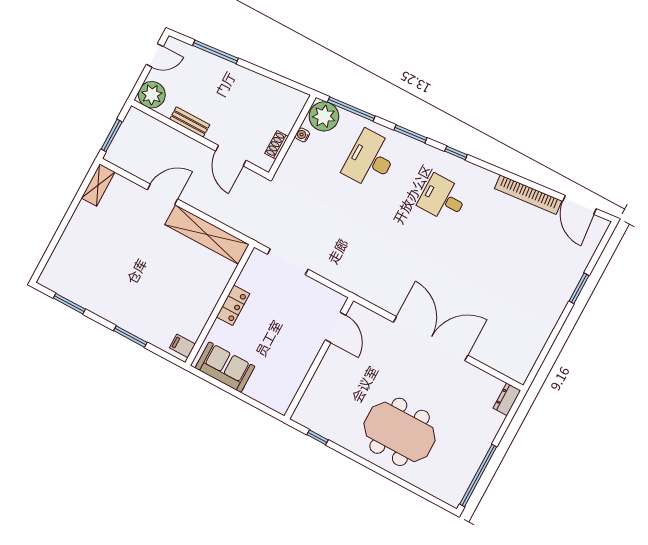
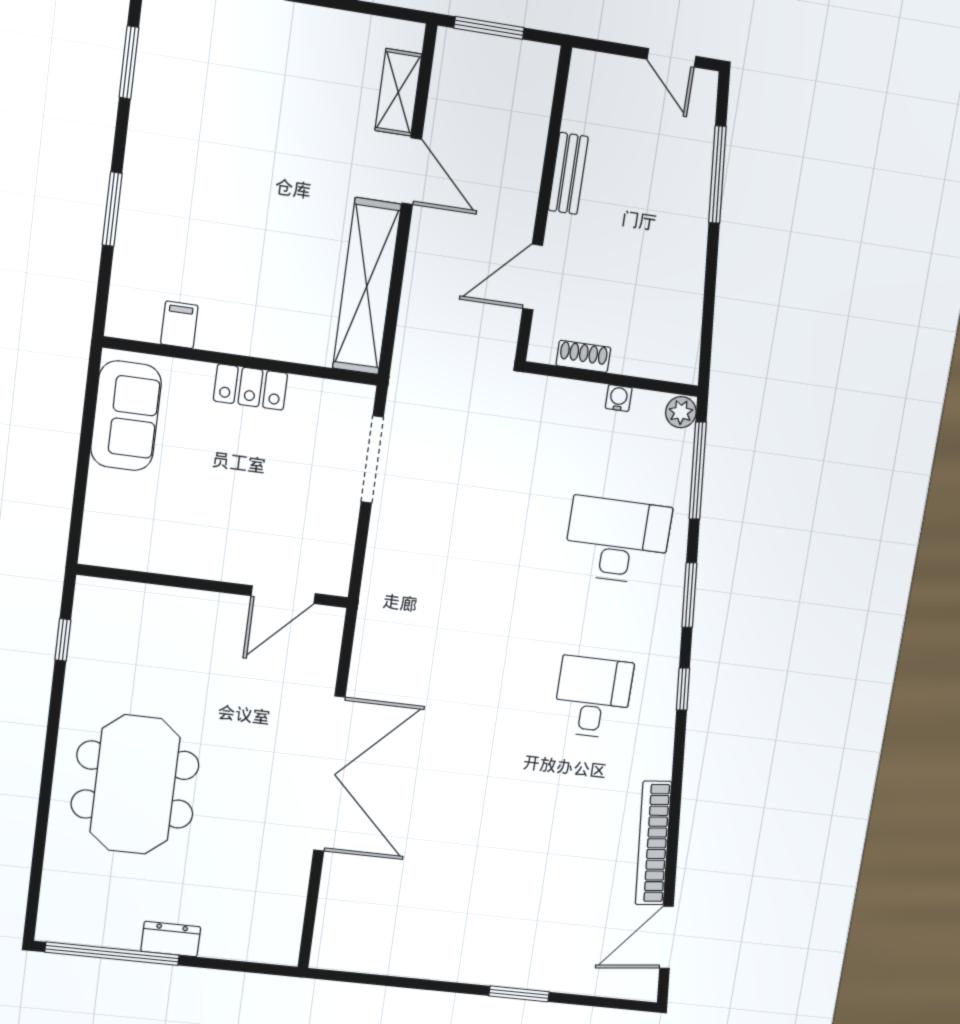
plant: (152, 95) -> (595, 80), removed
plant: (324, 116) -> (681, 412), width x0.53, depth x0.53
shelving: (98, 185) -> (398, 92), moved, turned 90
filing cabinet: (182, 346) -> (179, 325), moved
dresser: (507, 399) -> (171, 939), moved

